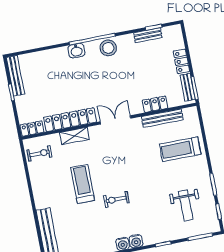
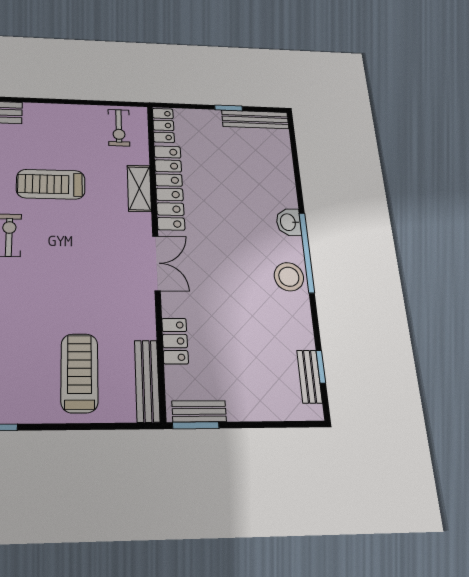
bench: (148, 35) -> (309, 377), moved
locker: (182, 61) -> (251, 409), removed
bench: (162, 118) -> (147, 381), moved
treadmill: (83, 184) -> (51, 184), turned 180

